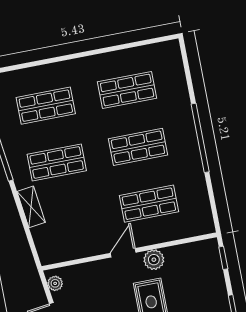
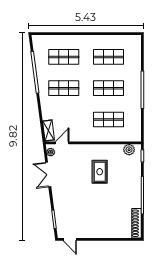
shelving: (31, 207) -> (48, 131), moved
door: (123, 253) -> (62, 143), moved
plant: (154, 260) -> (129, 150), moved

